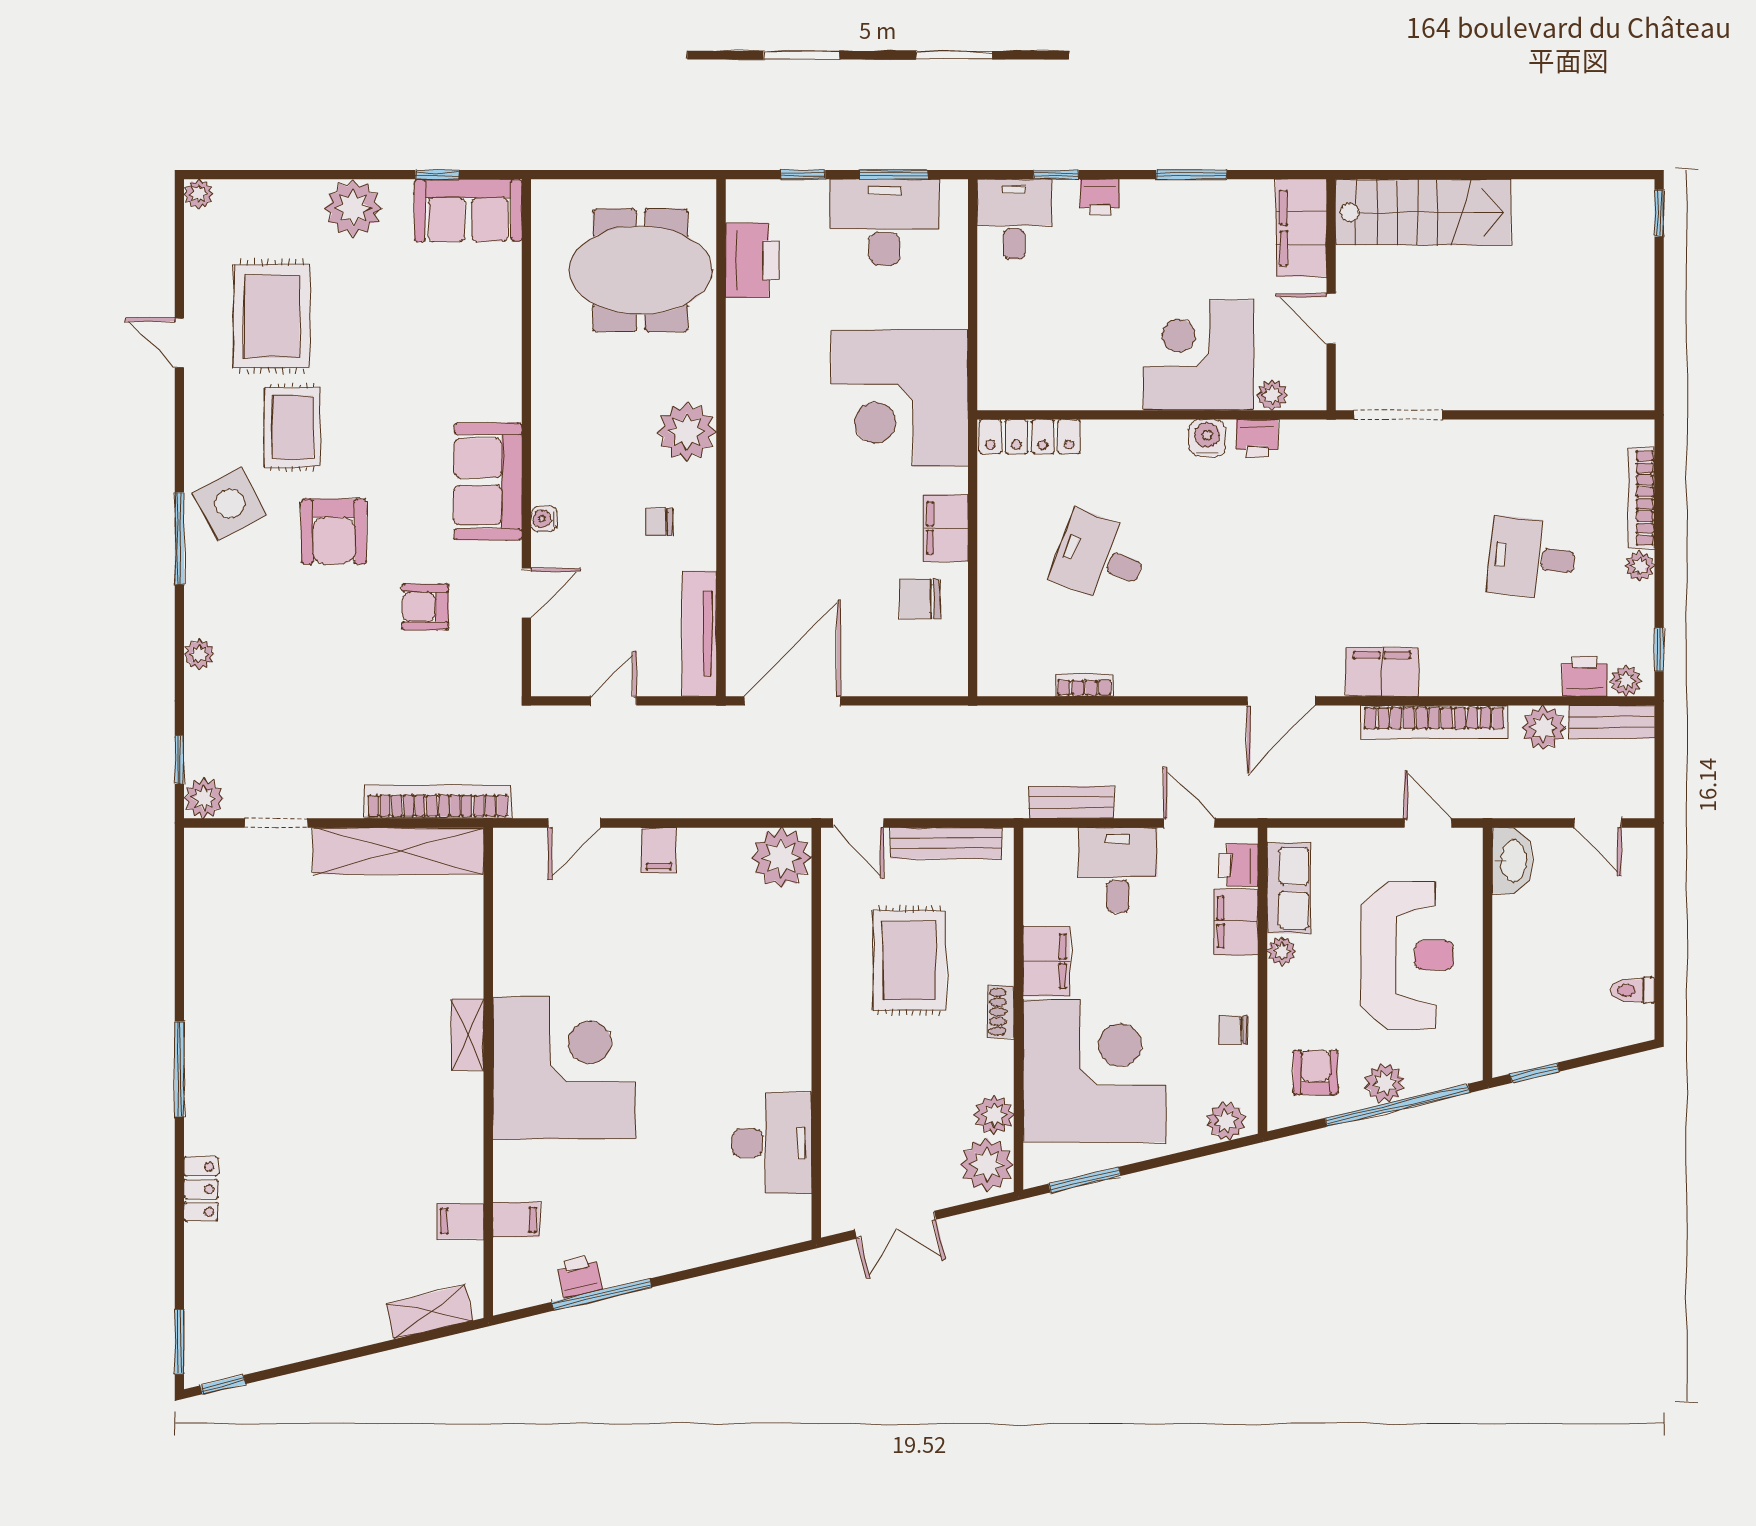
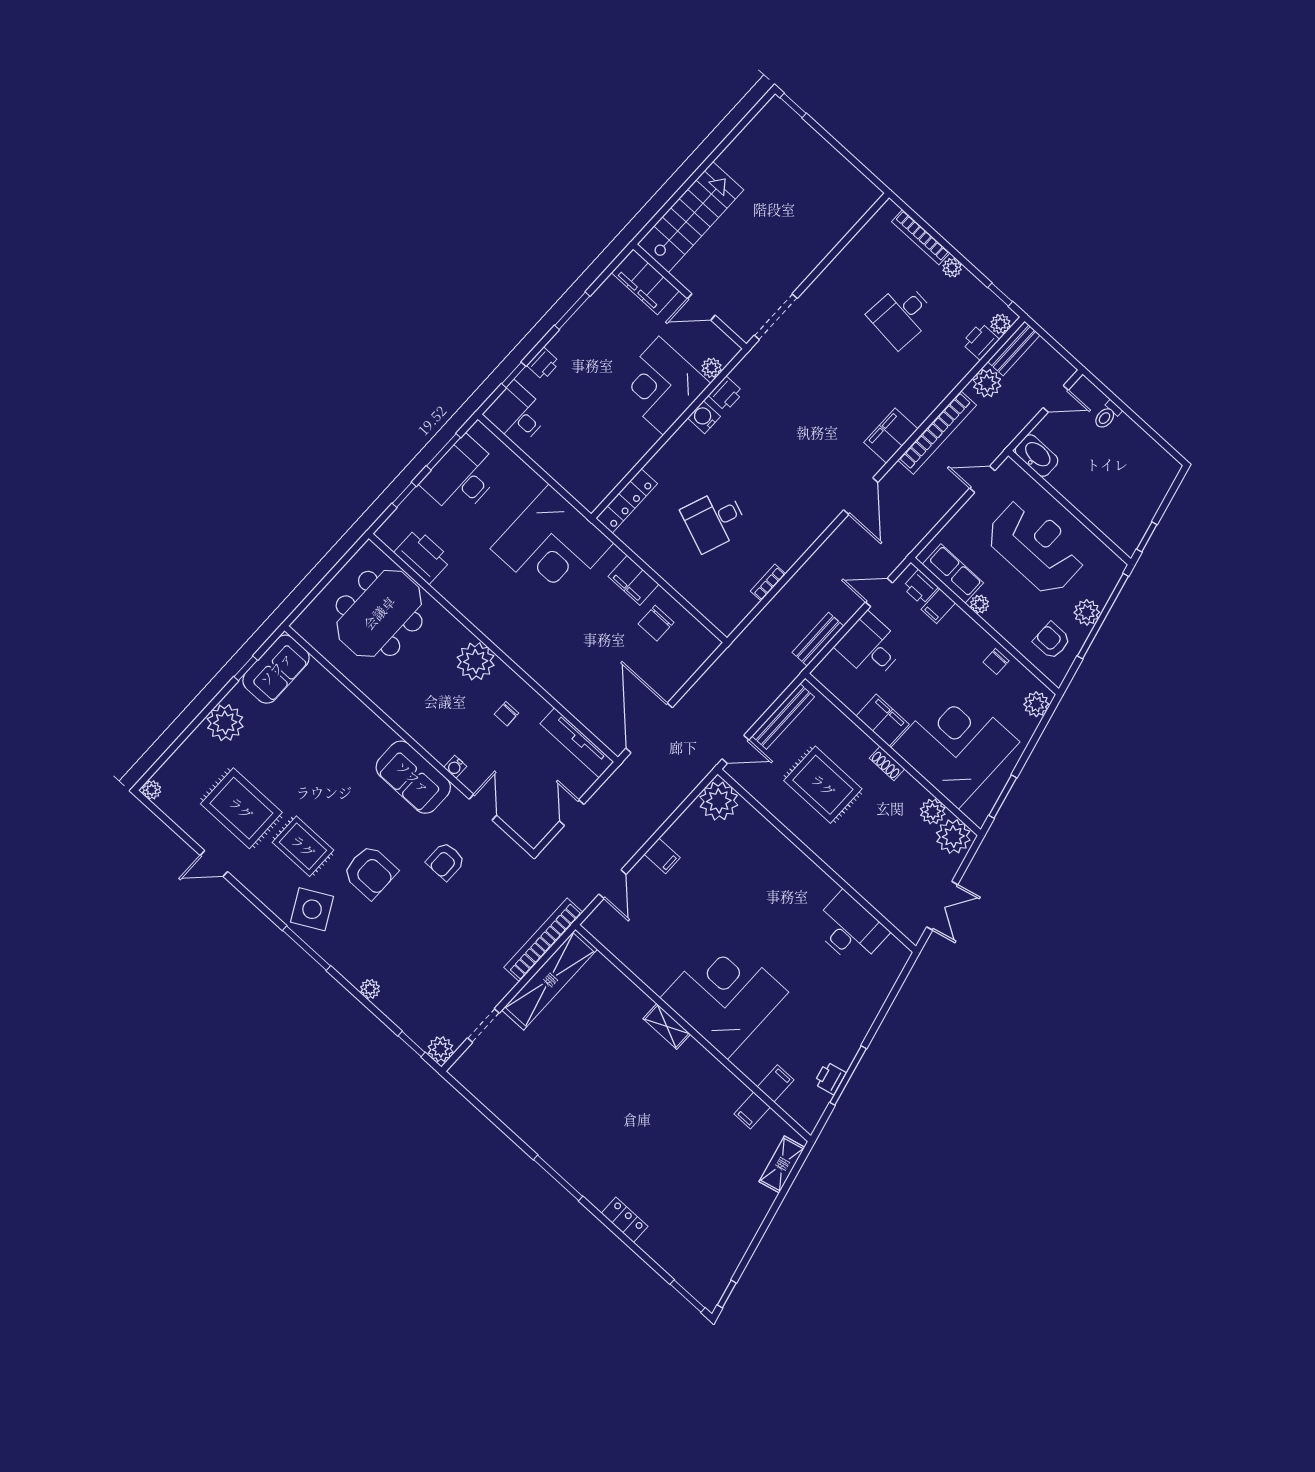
filing cabinet: (1236, 922) -> (938, 606), width x0.50
toilet: (1633, 990) -> (1107, 415), moved

